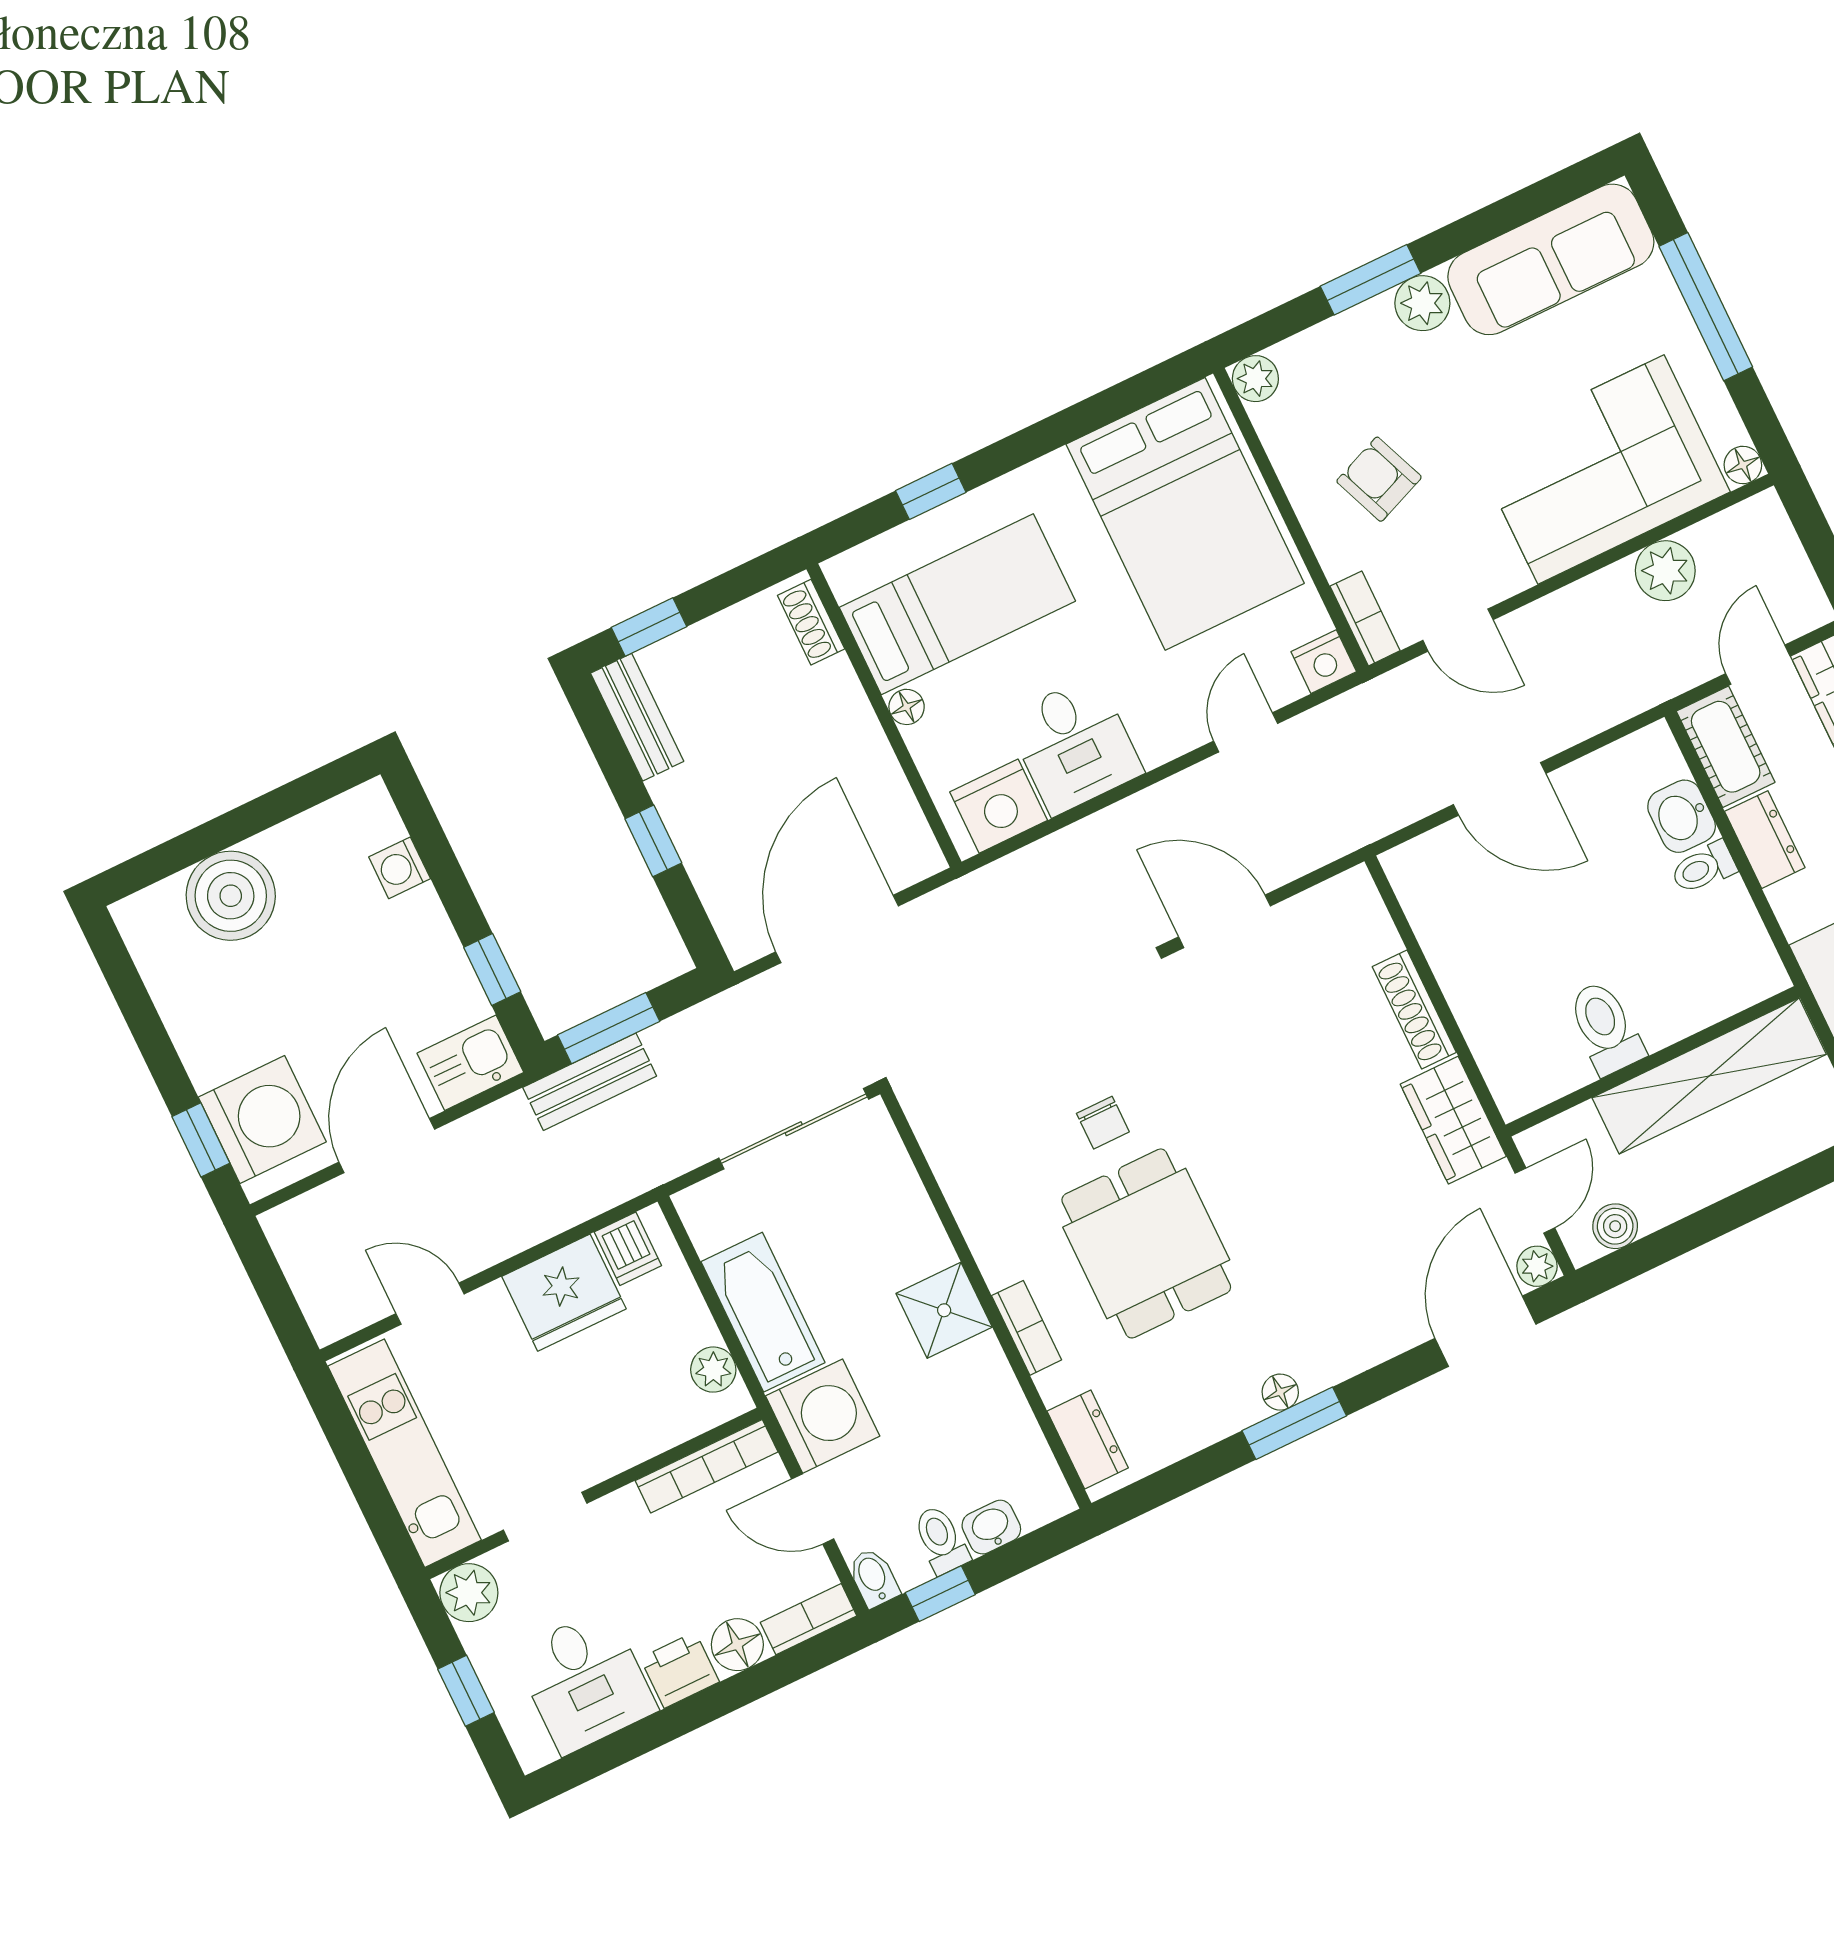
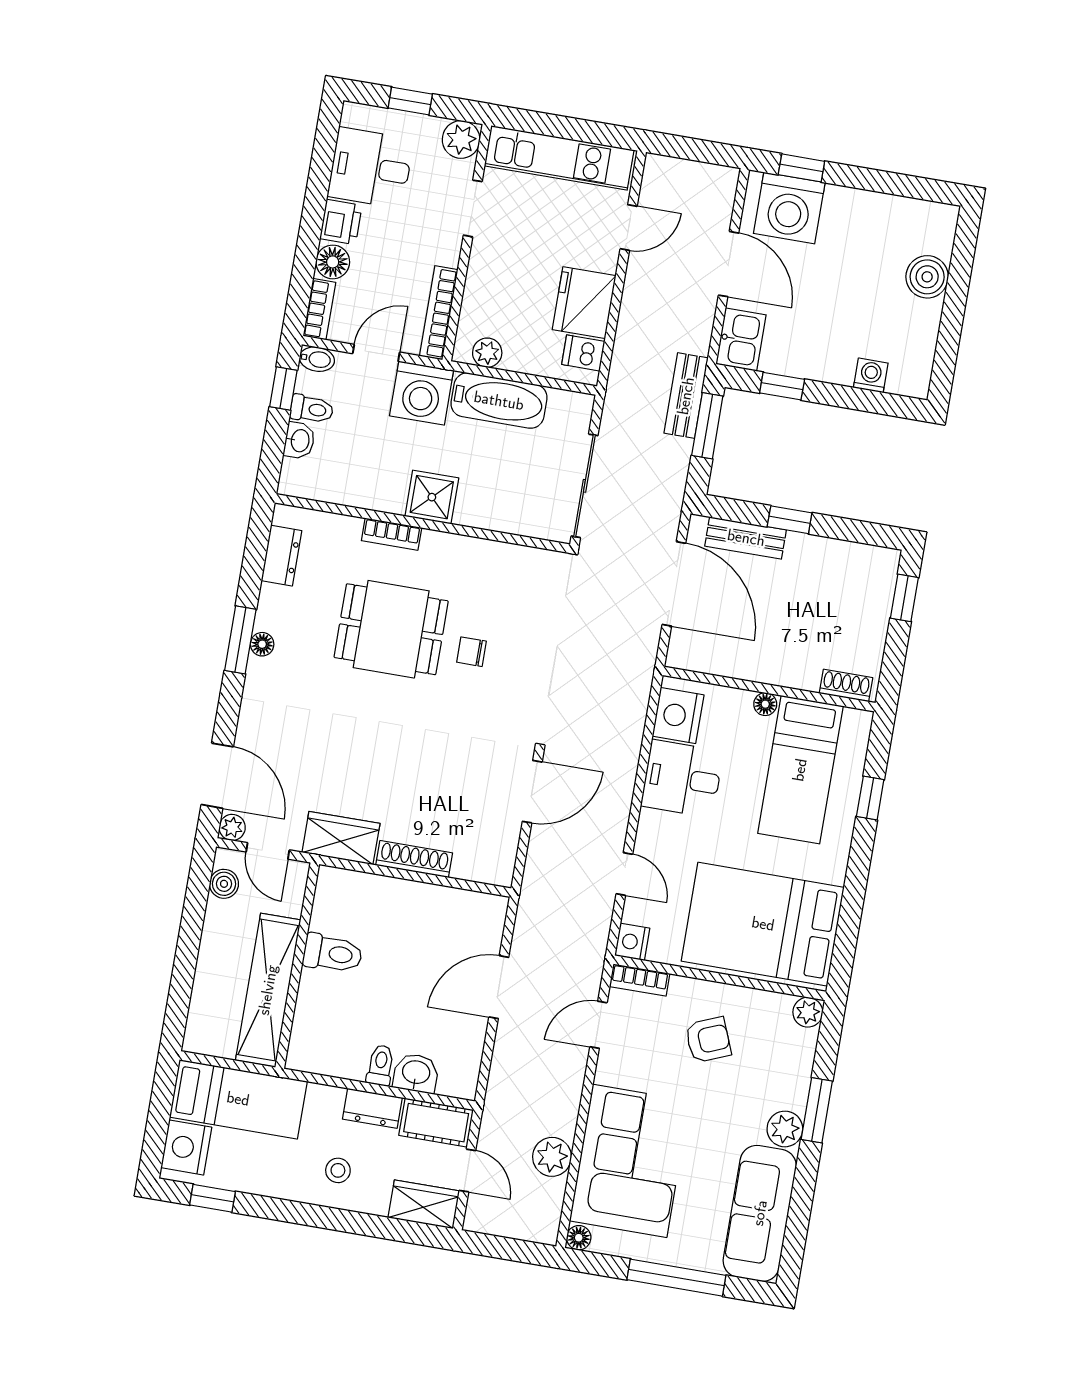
bench: (637, 717) -> (746, 538), moved
boiler: (231, 896) -> (927, 277), width x0.73, depth x0.73
dresser: (1088, 1439) -> (281, 556), moved, turned -90

